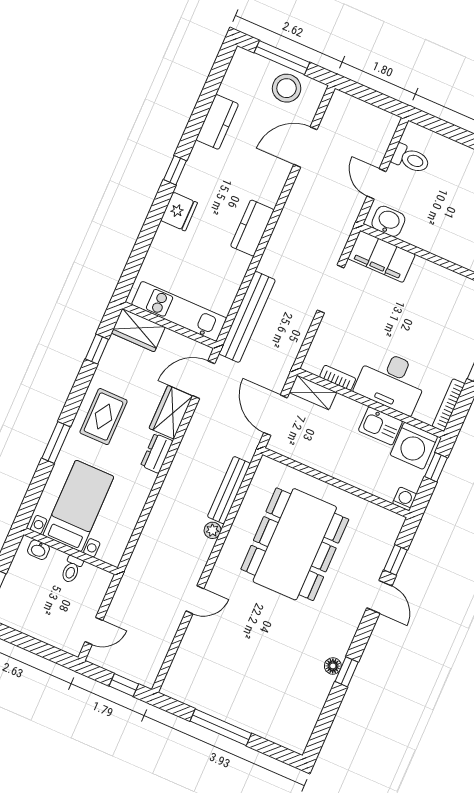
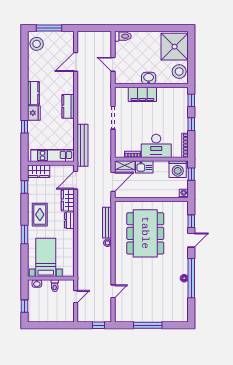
stool: (287, 88) -> (37, 44), moved
kitchen counter: (217, 122) -> (33, 93), moved
toilet: (411, 159) -> (123, 36), moved
window: (175, 170) -> (24, 127), moved
washbasin: (388, 221) -> (149, 78), moved
filing cabinet: (382, 256) -> (142, 94), moved
door: (276, 415) -> (113, 182), swing flipped
kitchen sink: (380, 426) -> (144, 167), moved
door: (379, 597) -> (191, 240), hinge flipped
door: (195, 600) -> (113, 291), moved
door: (94, 631) -> (76, 297), moved
window: (347, 672) -> (191, 278), width x3.17

